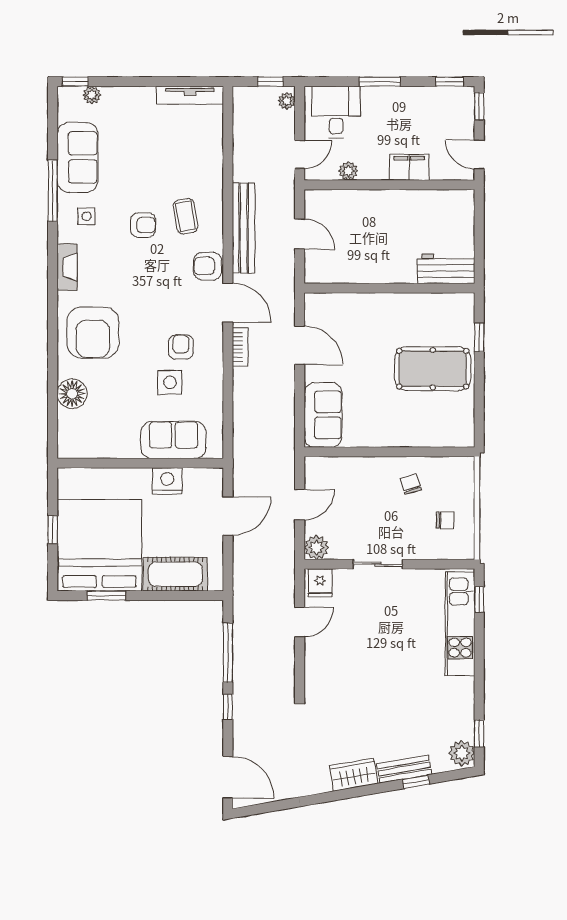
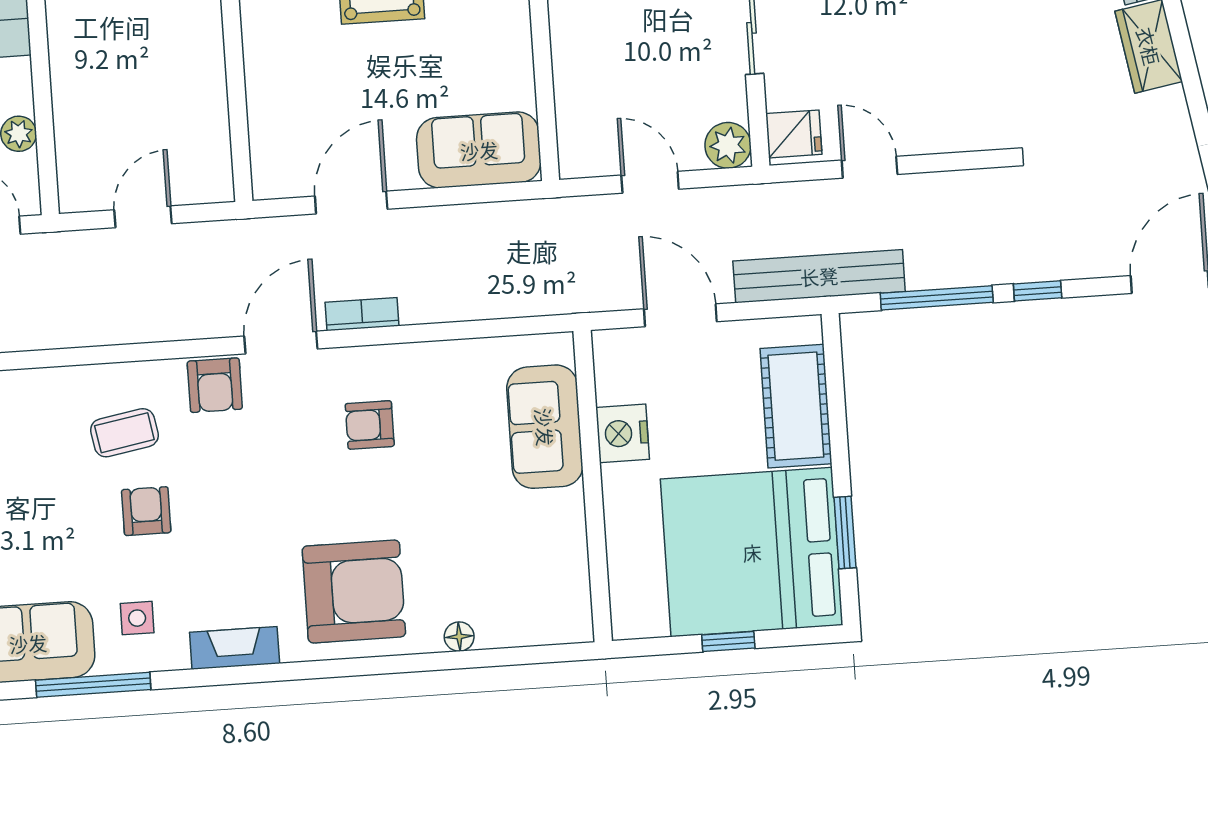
bench: (244, 228) -> (819, 276), moved
side table: (170, 382) -> (437, 441), removed
floor lamp: (72, 394) -> (459, 637), width x0.53, depth x0.53

